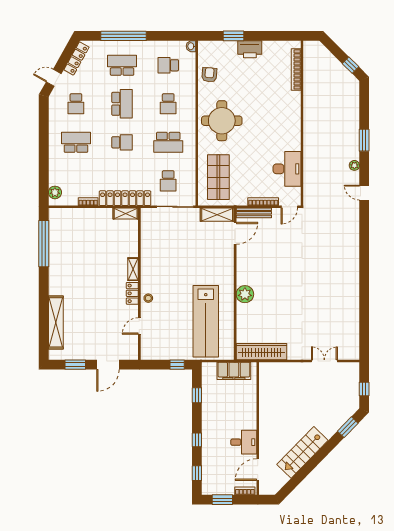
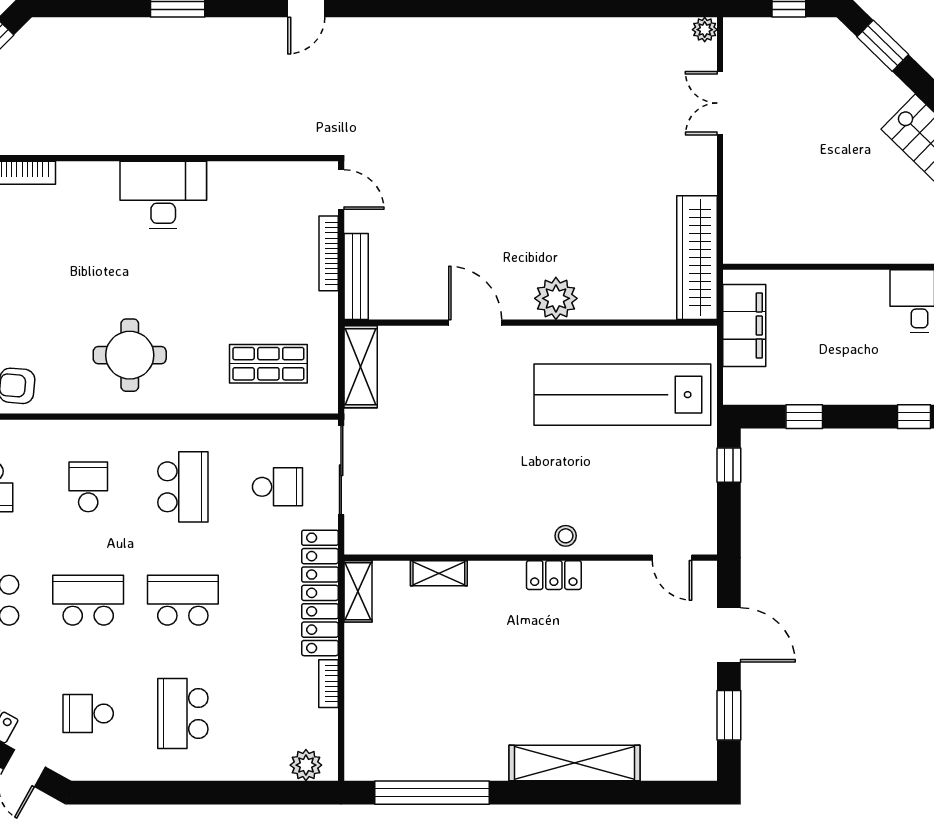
school desk: (76, 104) -> (88, 713), turned 180
school desk: (168, 104) -> (88, 487), turned -90
round table: (222, 121) -> (130, 355), width x0.73, depth x0.73
school desk: (122, 142) -> (183, 600), width x1.85
plant: (354, 165) -> (705, 30), moved
desk: (287, 169) -> (163, 195), moved
shop shelf: (218, 177) -> (268, 364), width x0.70, depth x0.74
door: (235, 233) -> (475, 323), moved
shelving: (133, 269) -> (439, 573), moved
lab bench: (206, 321) -> (622, 395), turned 180
shelving: (56, 322) -> (574, 763), moved
door: (139, 326) -> (672, 558), moved

